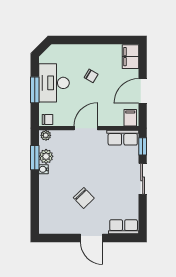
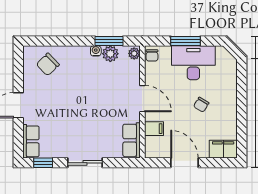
filing cabinet: (130, 118) -> (154, 129), moved
window: (143, 146) -> (43, 163), moved
chair: (84, 198) -> (48, 64), moved

